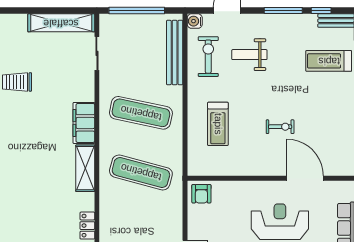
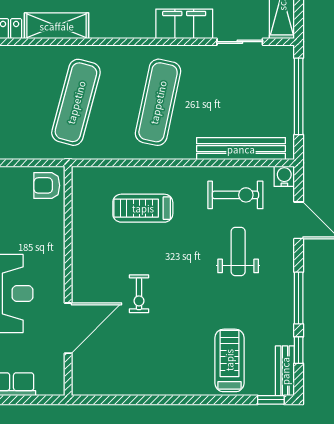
filing cabinet: (84, 123) -> (184, 24), moved
shelving: (85, 168) -> (57, 26), moved

